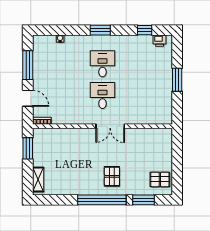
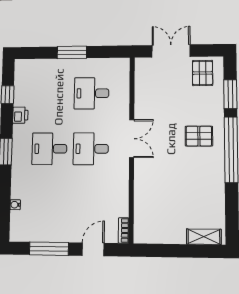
printer: (160, 41) -> (20, 115), moved
desk: (145, 95) -> (92, 93), added
window: (28, 148) -> (161, 250), removed
double door: (177, 156) -> (171, 51), added

